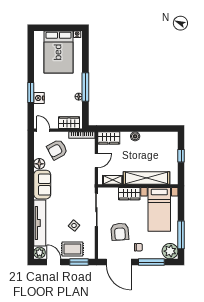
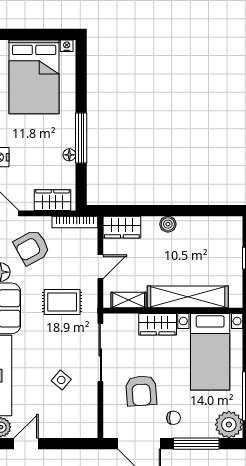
rug: (72, 249) -> (62, 302), moved
door: (54, 262) -> (26, 444), hinge flipped
window: (79, 262) -> (70, 444), removed

